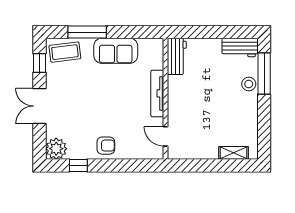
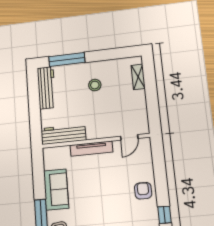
workbench: (240, 47) -> (46, 88), width x1.38
workbench: (177, 56) -> (63, 134), width x1.38
stool: (249, 84) -> (95, 85), moved

